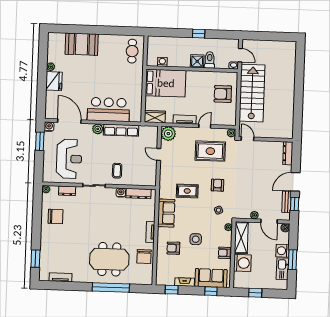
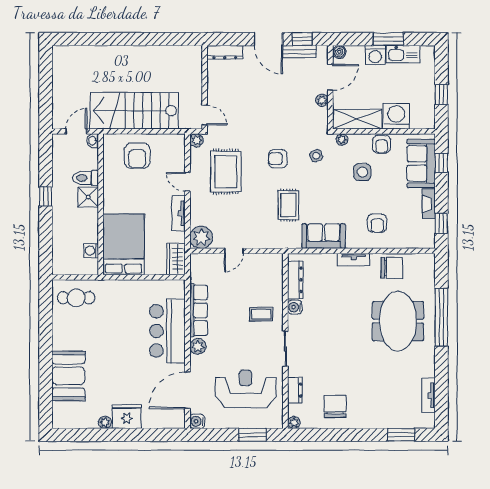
door: (248, 139) -> (205, 115), swing flipped
window: (40, 141) -> (252, 435), moved
side table: (196, 239) -> (362, 172), moved

